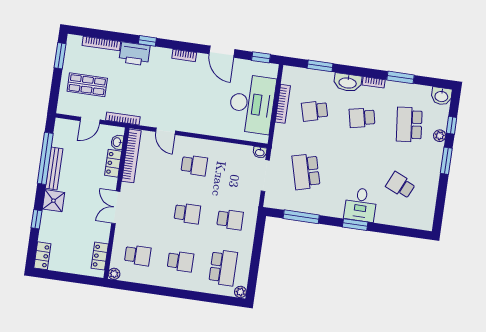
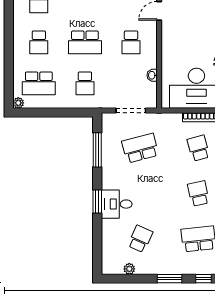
plant: (440, 136) -> (129, 269), moved
washbasin: (260, 152) -> (152, 75), moved
school desk: (187, 213) -> (85, 42), width x1.85

